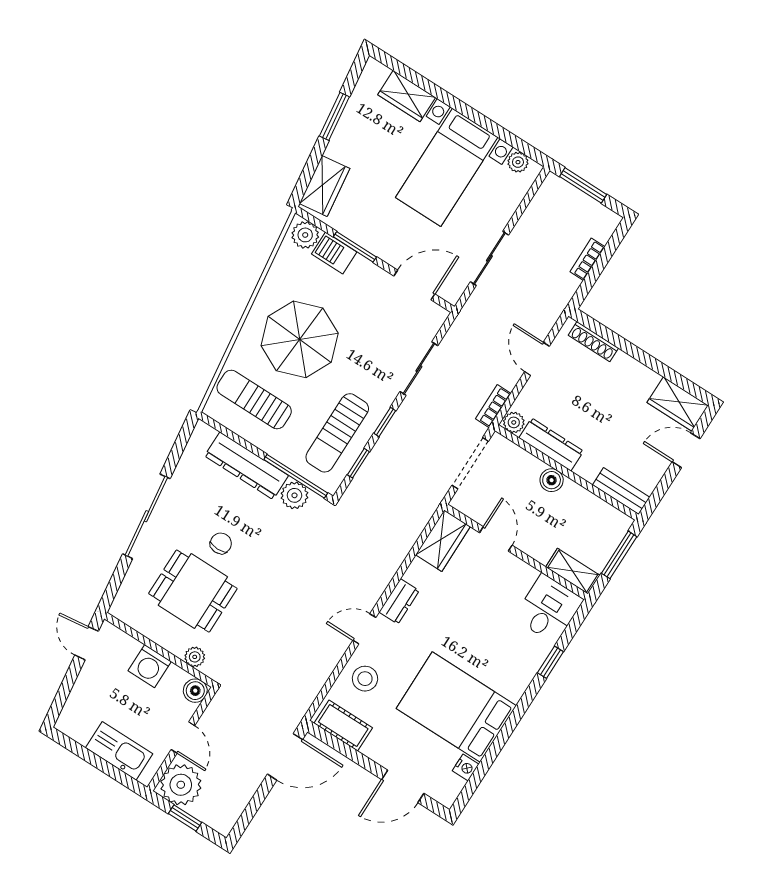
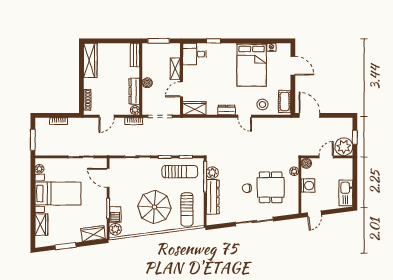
wardrobe: (678, 404) -> (90, 60), width x1.50
door: (686, 450) -> (105, 41), removed
shelving: (573, 571) -> (175, 69), moved
kitchen sink: (119, 751) -> (346, 193), moved

